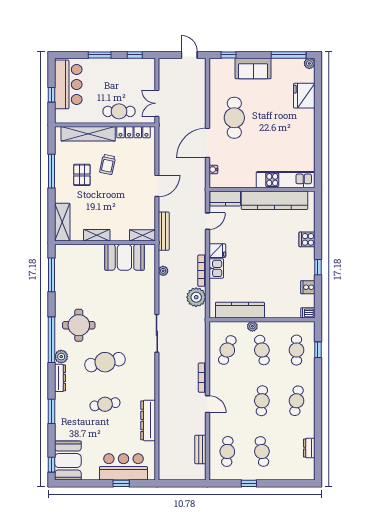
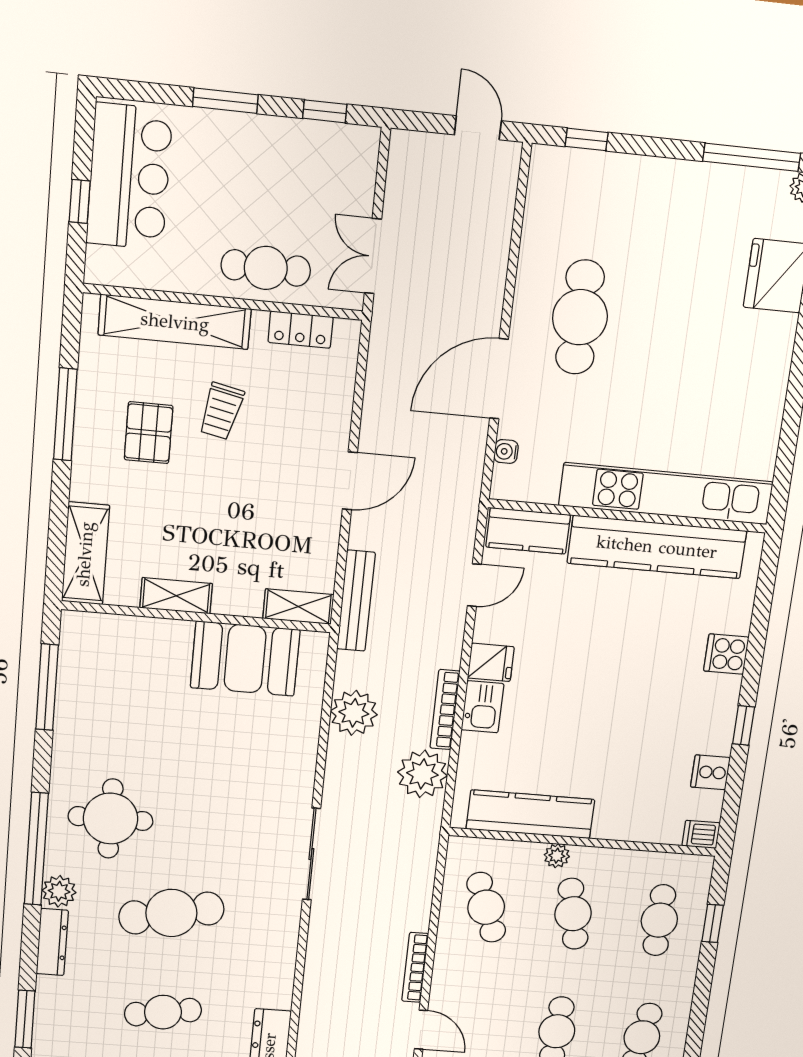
sofa: (253, 68) -> (649, 185), removed
locker: (133, 132) -> (301, 330), width x0.66
kitchen unit: (286, 180) -> (666, 494), width x1.36
plant: (163, 271) -> (354, 713), width x1.87, depth x1.87
cafe table: (227, 350) -> (486, 907), turned -42

